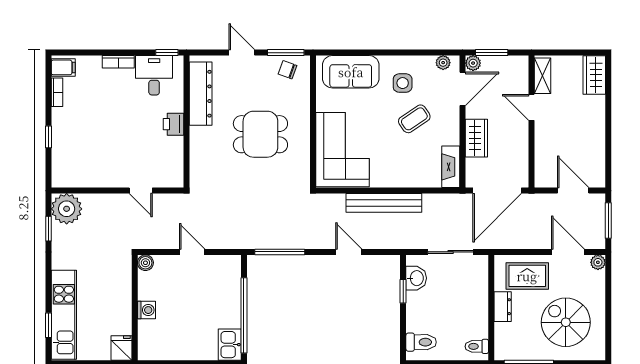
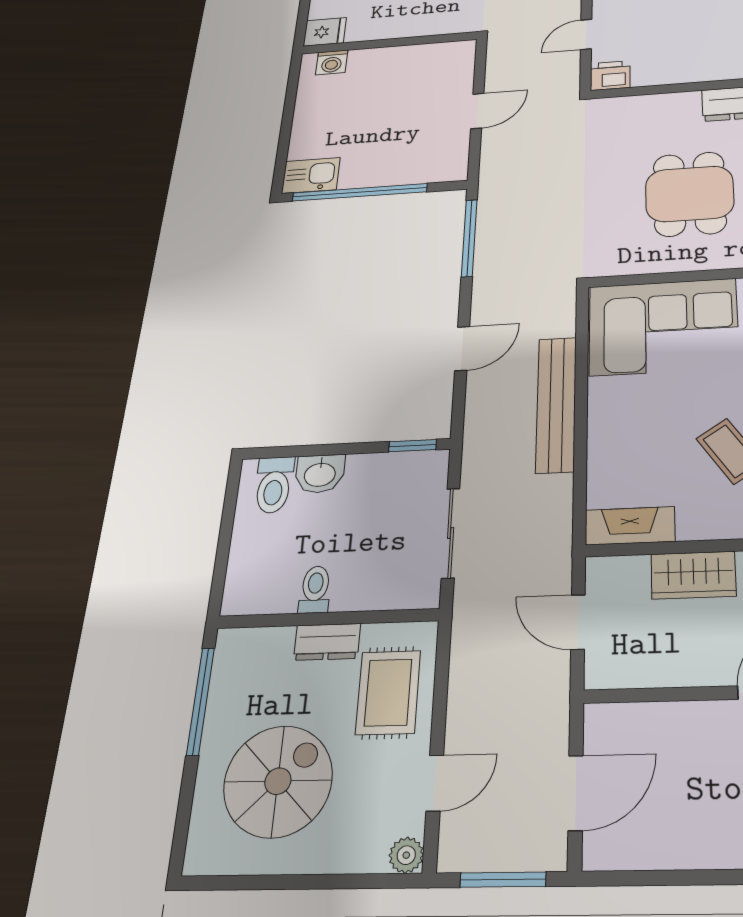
printer: (173, 124) -> (610, 76), moved
door: (497, 191) -> (578, 622), width x0.53
door: (568, 252) -> (435, 783), width x0.73
boiler: (145, 263) -> (463, 50), removed
washbasin: (416, 278) -> (320, 474), moved
window: (403, 291) -> (412, 446), moved
washing machine: (146, 310) -> (332, 62), moved
toilet: (477, 346) -> (315, 590), moved

